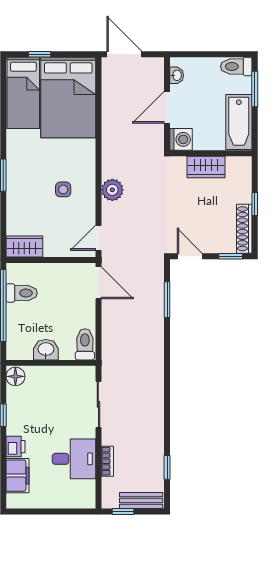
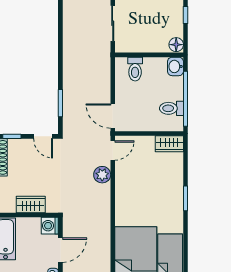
side table: (63, 189) -> (140, 187), removed
plant: (112, 190) -> (102, 175), moved
toilet: (85, 344) -> (135, 69), moved
washbasin: (46, 350) -> (175, 66), moved, turned 90

